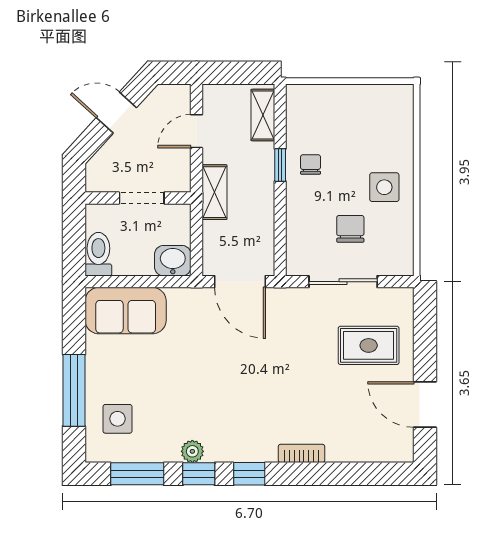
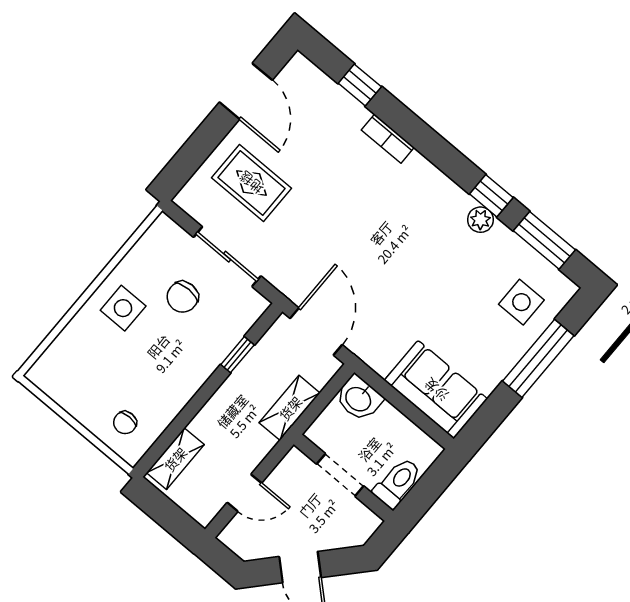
chair: (311, 164) -> (125, 423), moved
window: (280, 165) -> (237, 355), moved
shelving: (214, 192) -> (290, 408), moved
toilet: (98, 254) -> (397, 483), moved, turned 180
window: (249, 474) -> (360, 85), moved

